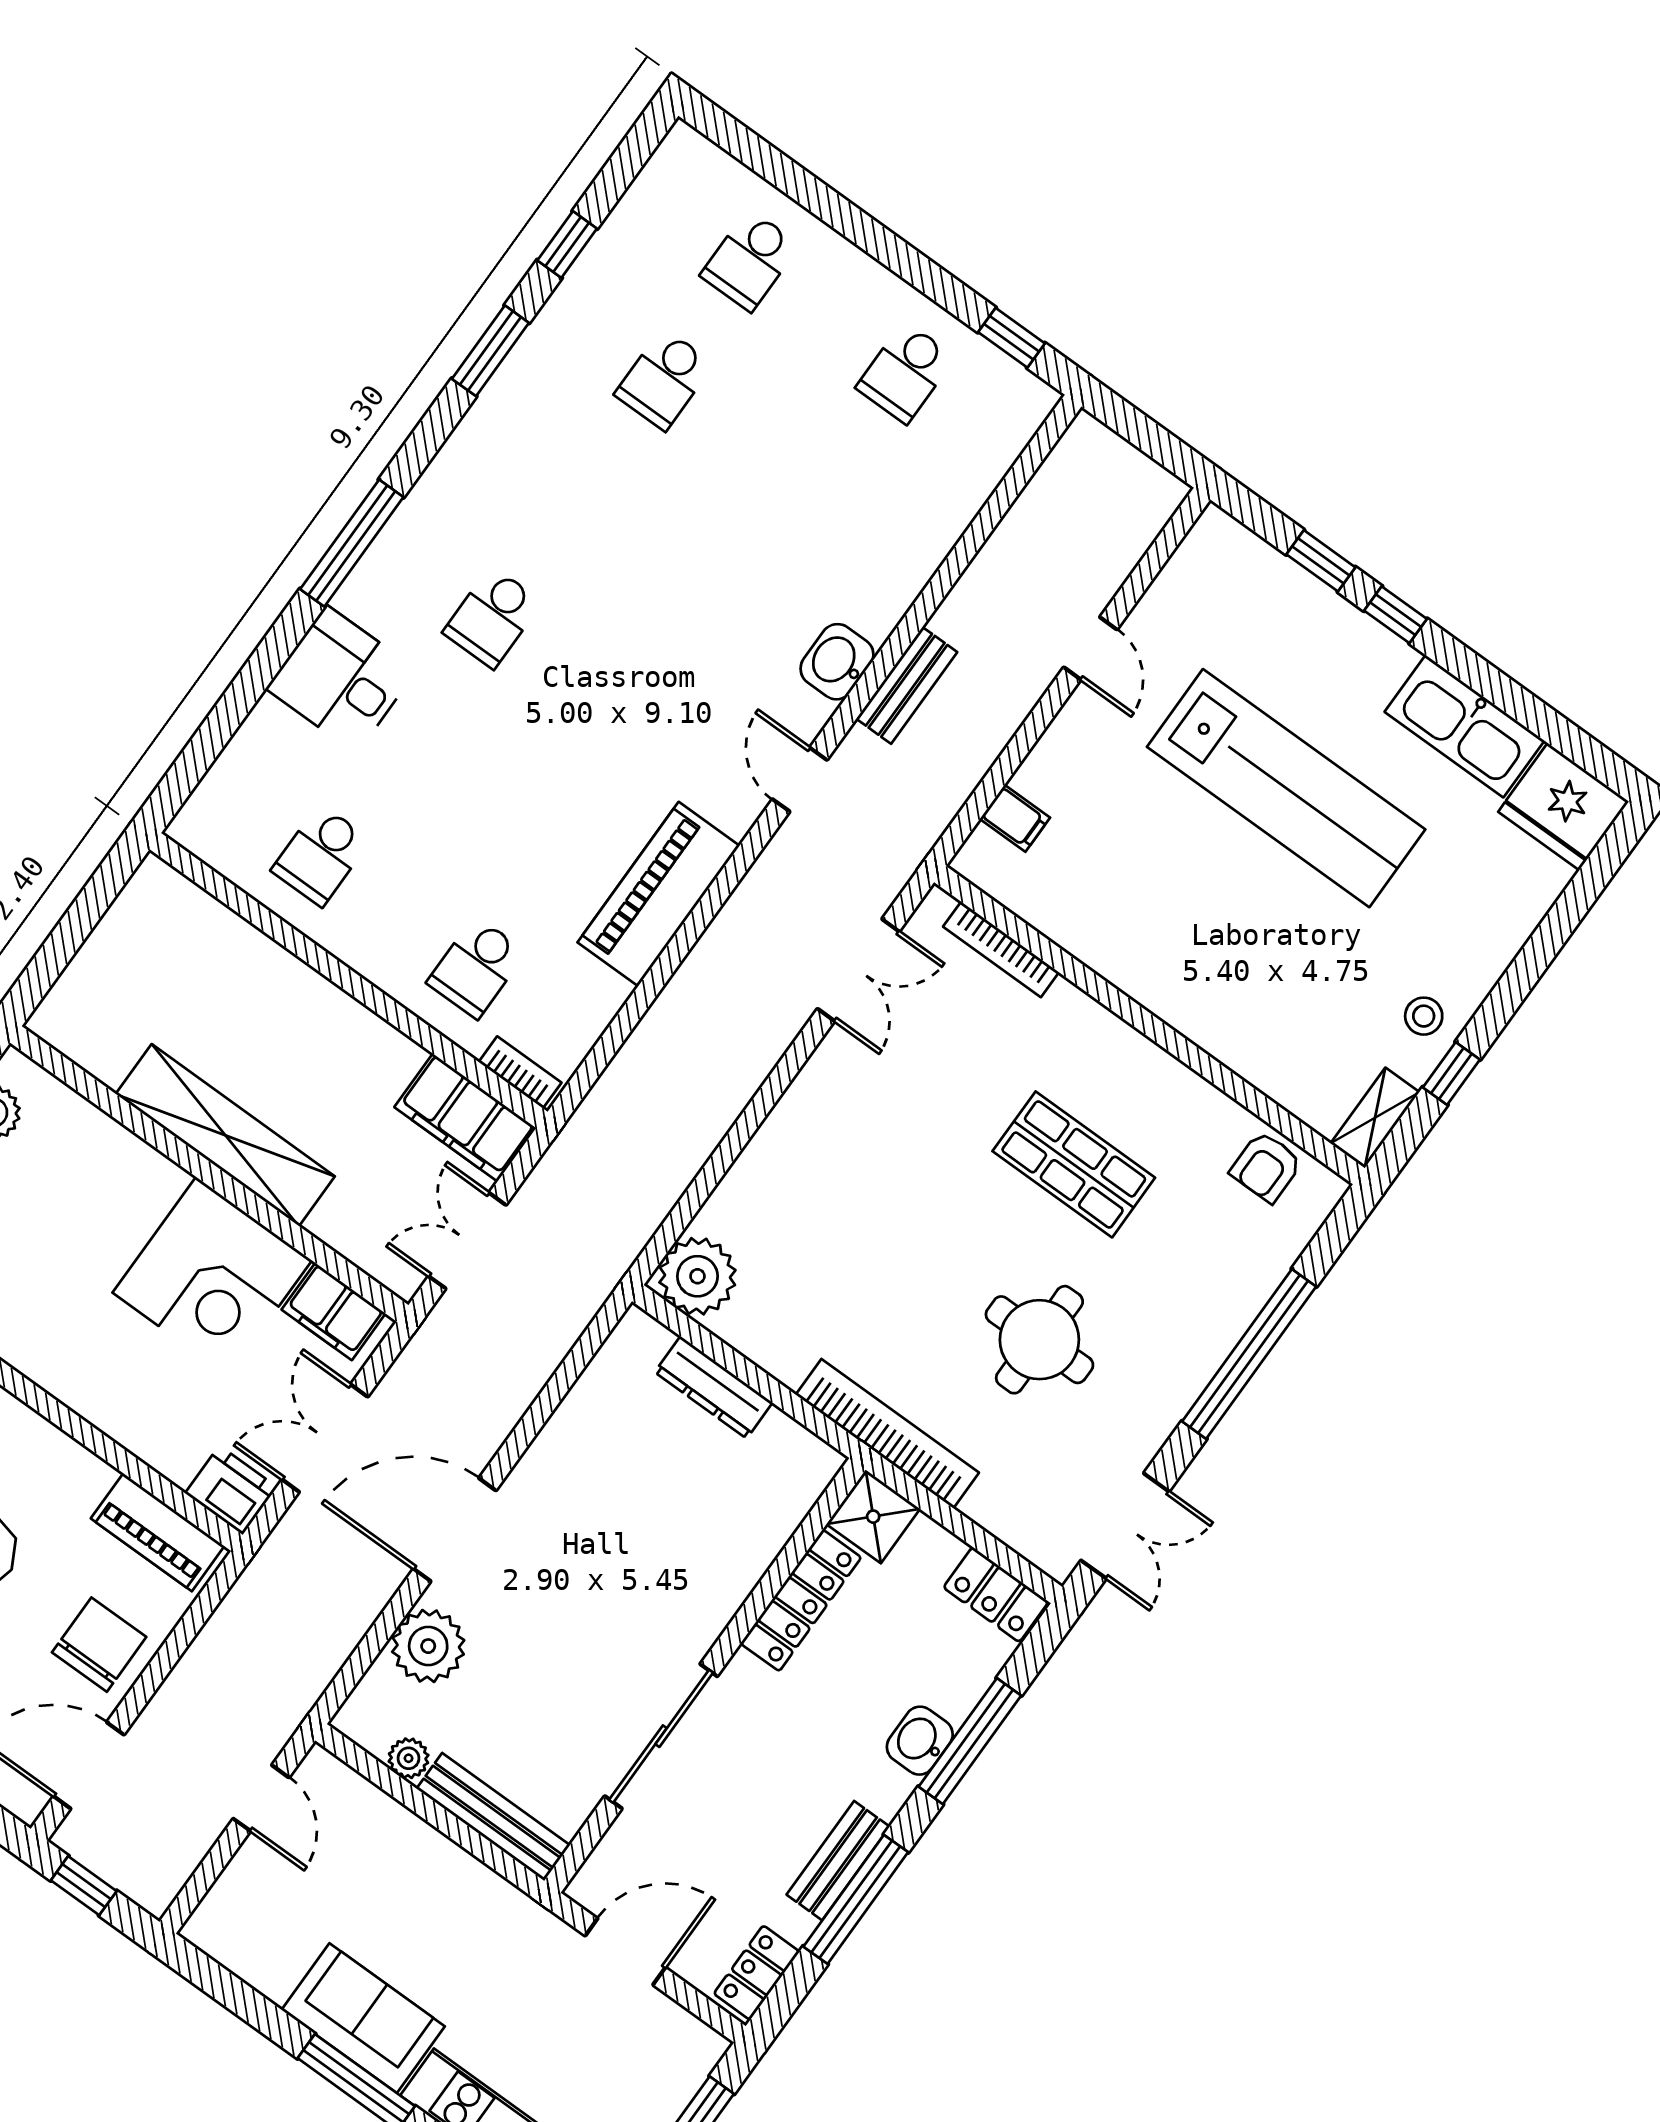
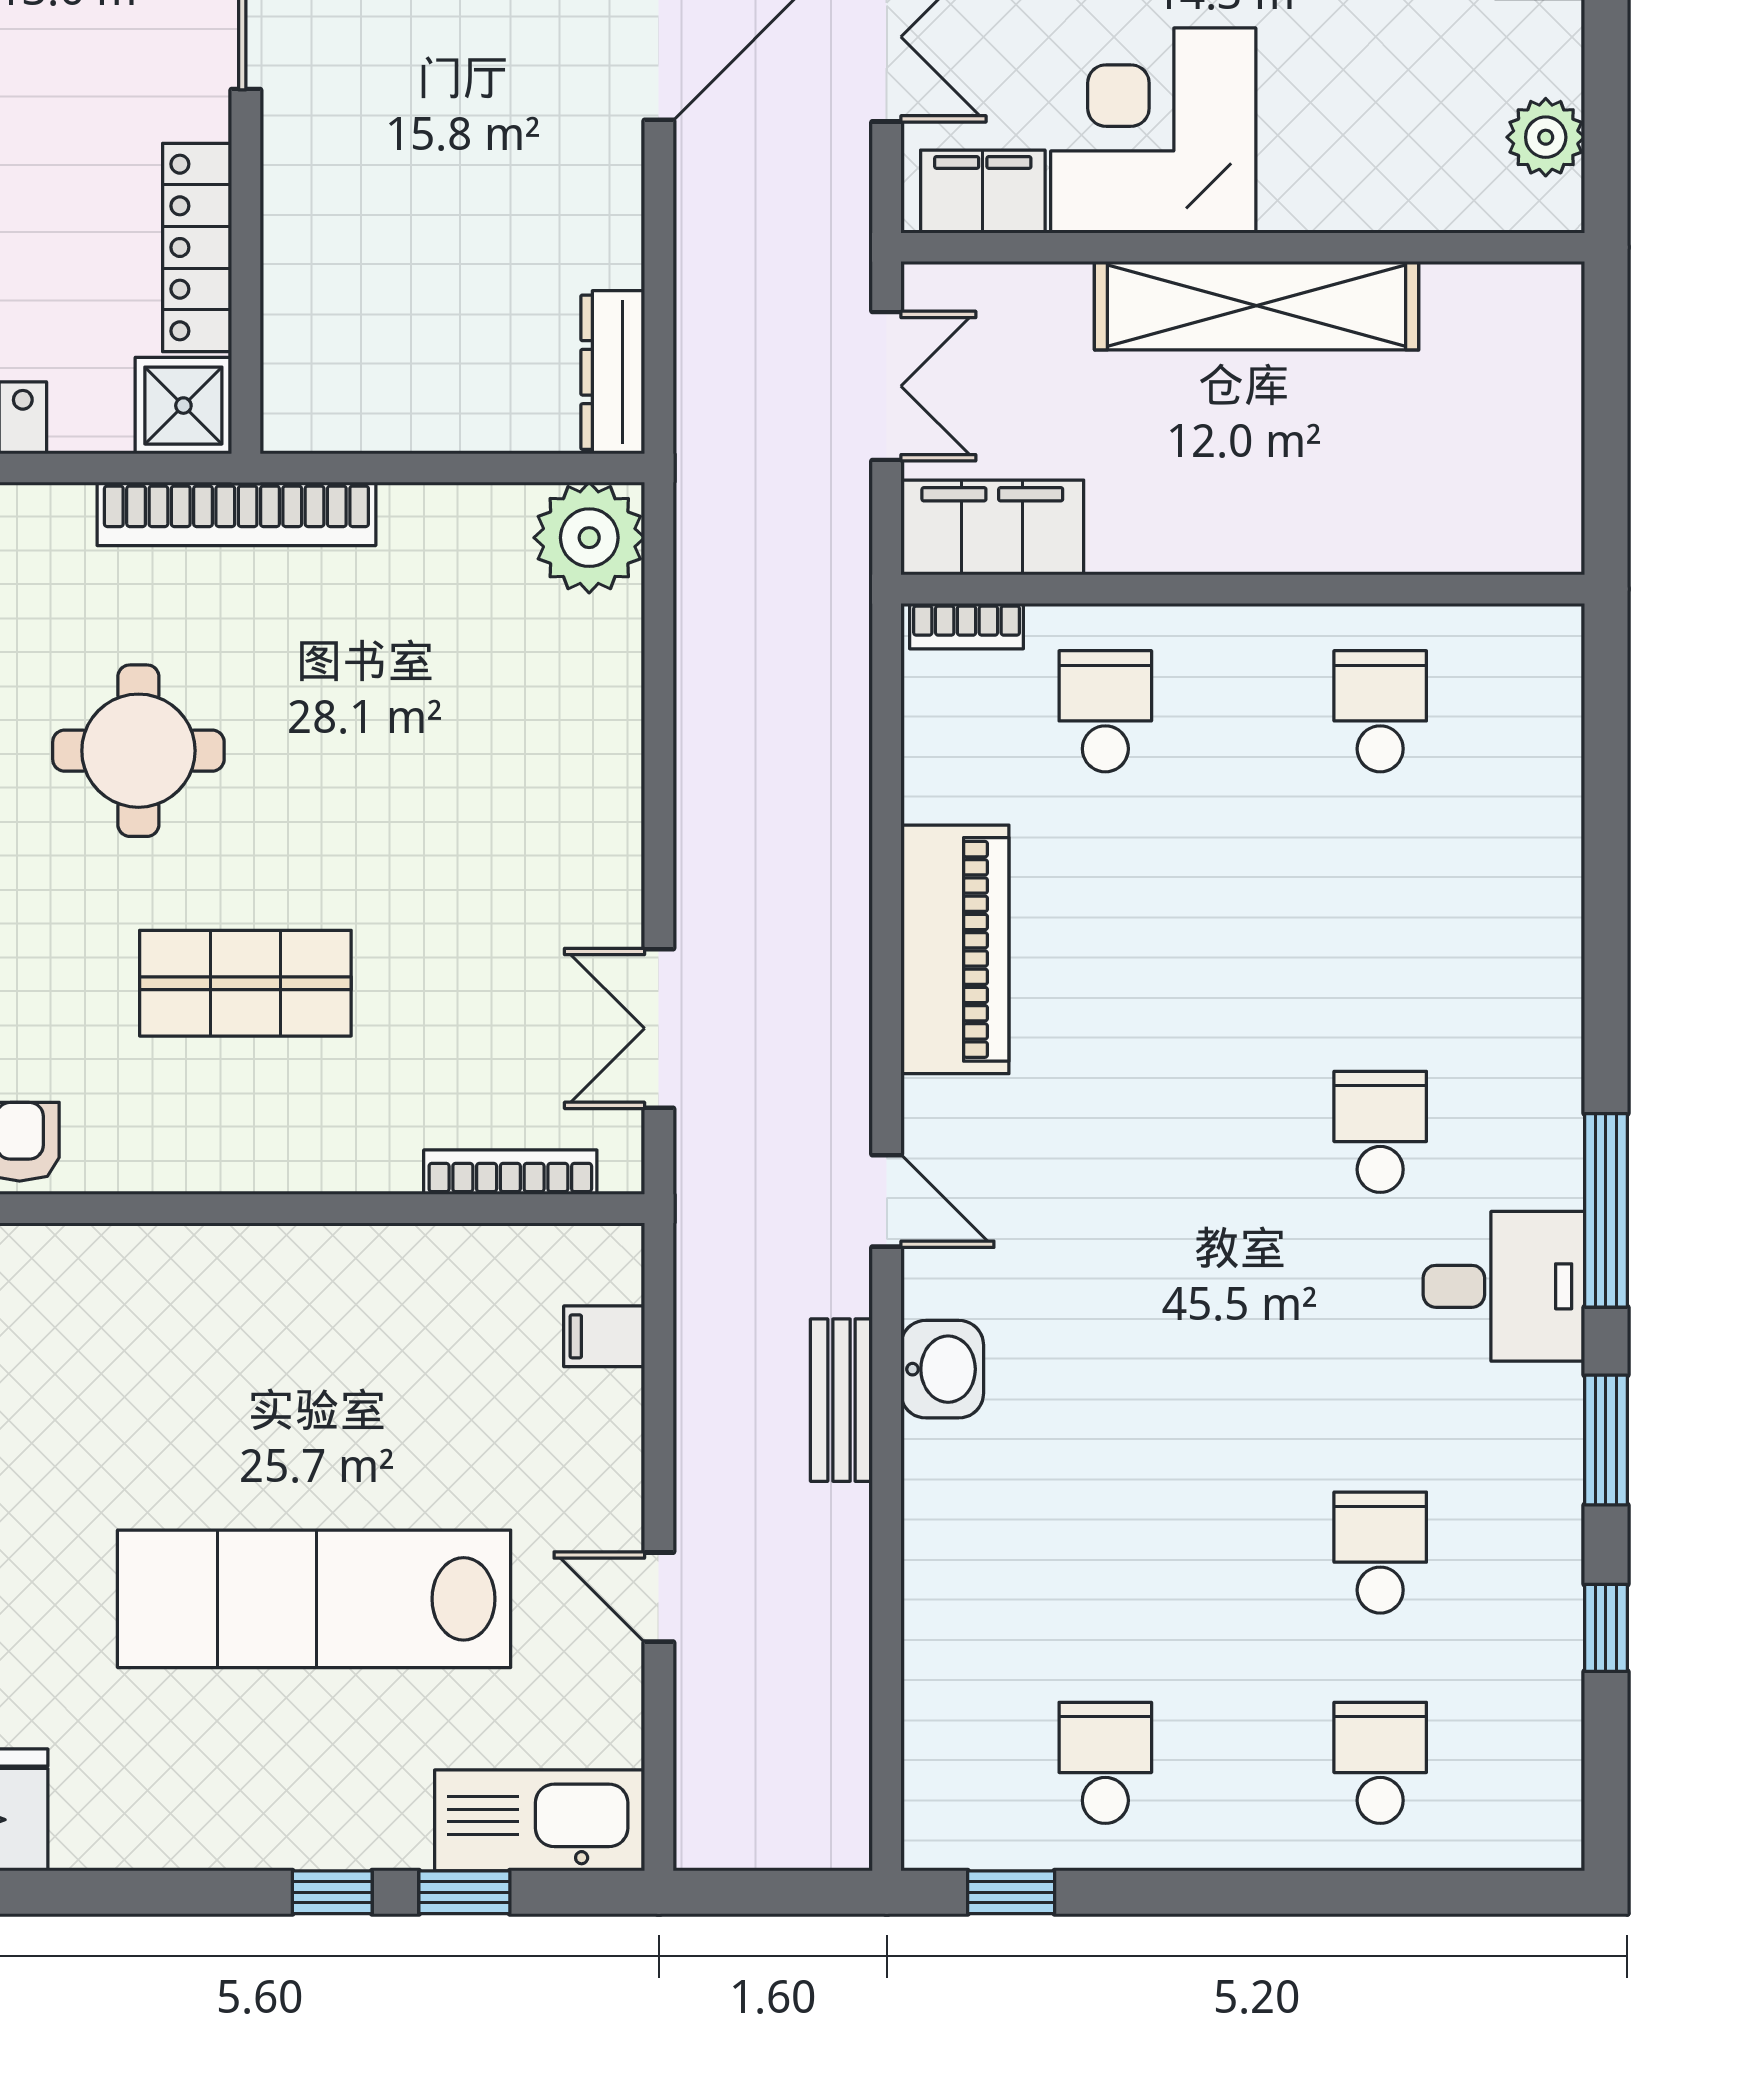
window: (352, 543) -> (1606, 1210), moved
desk: (341, 679) -> (1504, 1286), moved
kitchen sink: (1464, 726) -> (540, 1820), moved
dresser: (714, 1387) -> (613, 372), moved, turned -90

